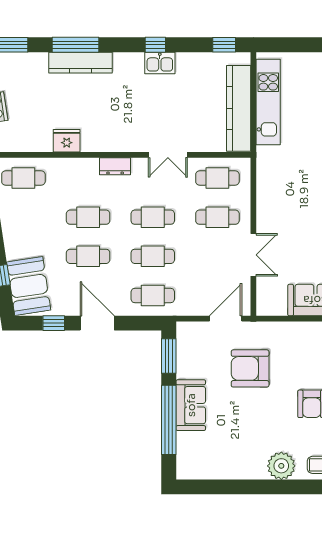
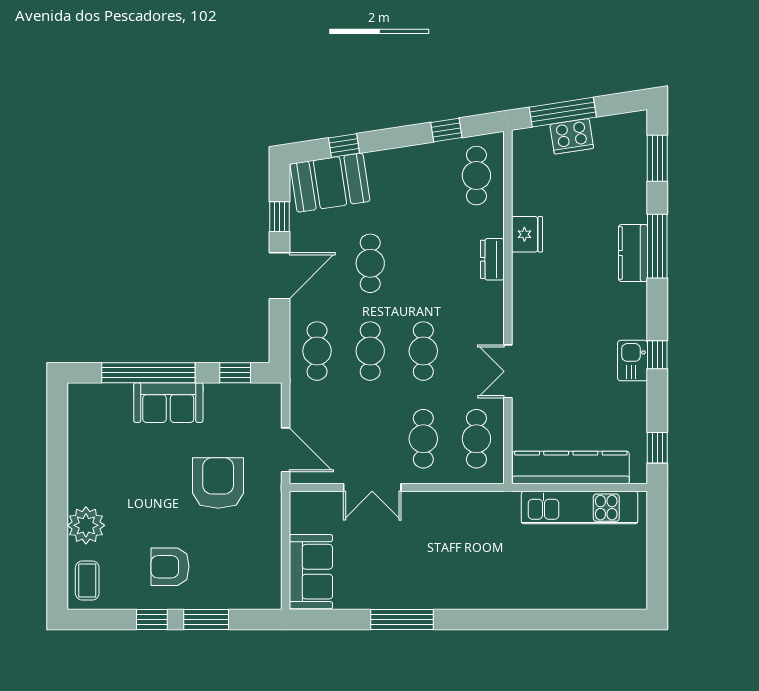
kitchen counter: (81, 63) -> (633, 253), width x0.67
dresser: (115, 166) -> (492, 259), moved
cafe table: (88, 217) -> (423, 263), removed
window: (169, 356) -> (235, 373), width x0.67

